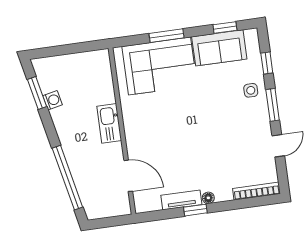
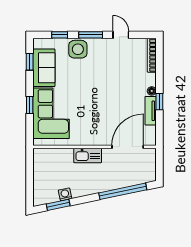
window: (166, 36) -> (30, 105), width x0.67
side table: (251, 90) -> (78, 49), width x1.87, depth x1.87
door: (128, 176) -> (128, 147), width x1.36

